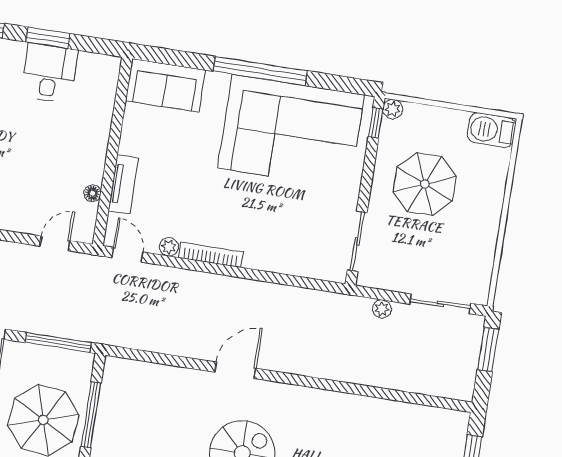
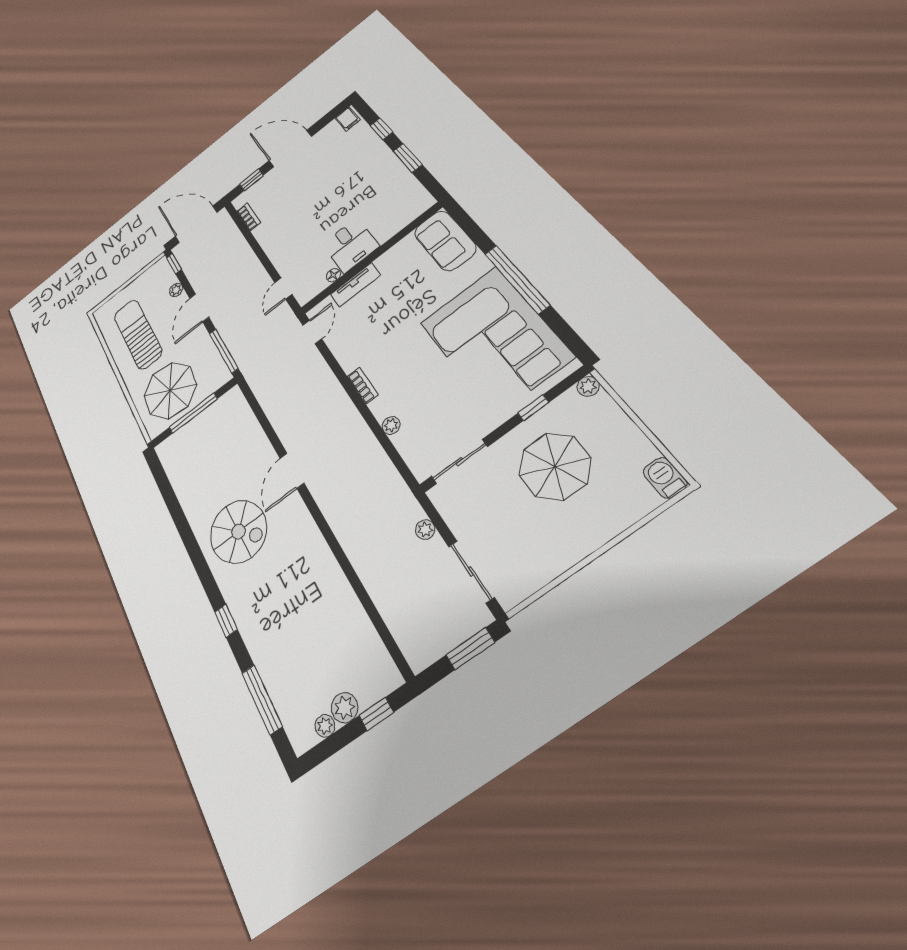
desk: (49, 73) -> (351, 245), moved, turned 90
window: (376, 123) -> (533, 408), moved
barbecue: (491, 130) -> (665, 478), width x0.73, depth x0.79
door: (55, 243) -> (283, 288), swing flipped
plant: (169, 247) -> (391, 425), moved
bookcase: (211, 255) -> (363, 386), width x0.64
door: (235, 370) -> (292, 471), swing flipped

